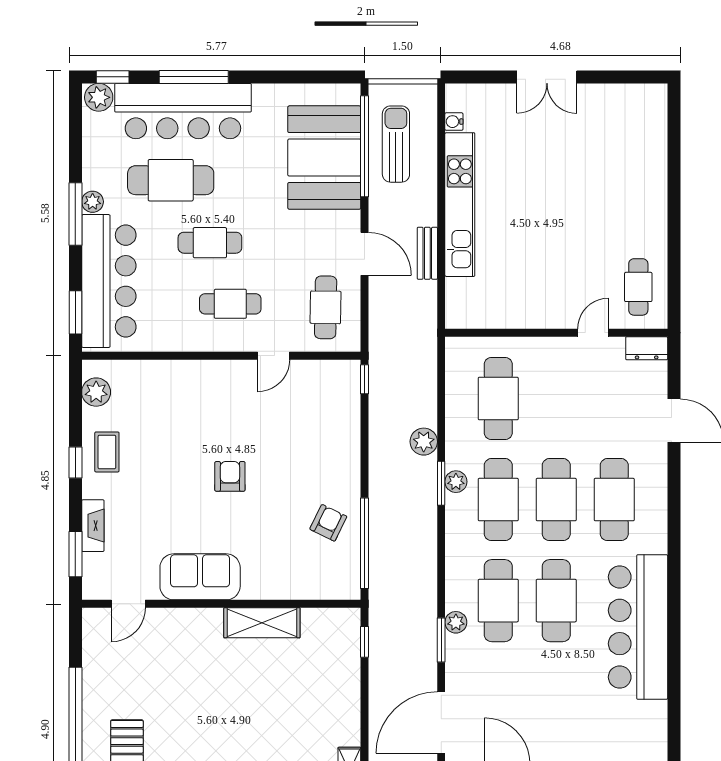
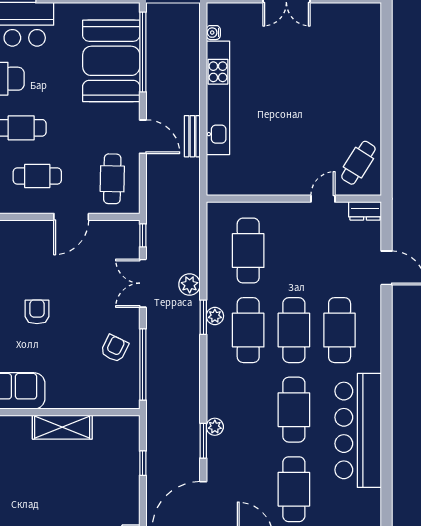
sun lounger: (396, 144) -> (168, 50), removed
cafe table: (638, 287) -> (358, 163), turned 32
door: (273, 356) -> (71, 217), width x1.38
double door: (364, 440) -> (143, 283), added
cafe table: (498, 601) -> (294, 489), moved
window: (364, 642) -> (143, 463), moved

